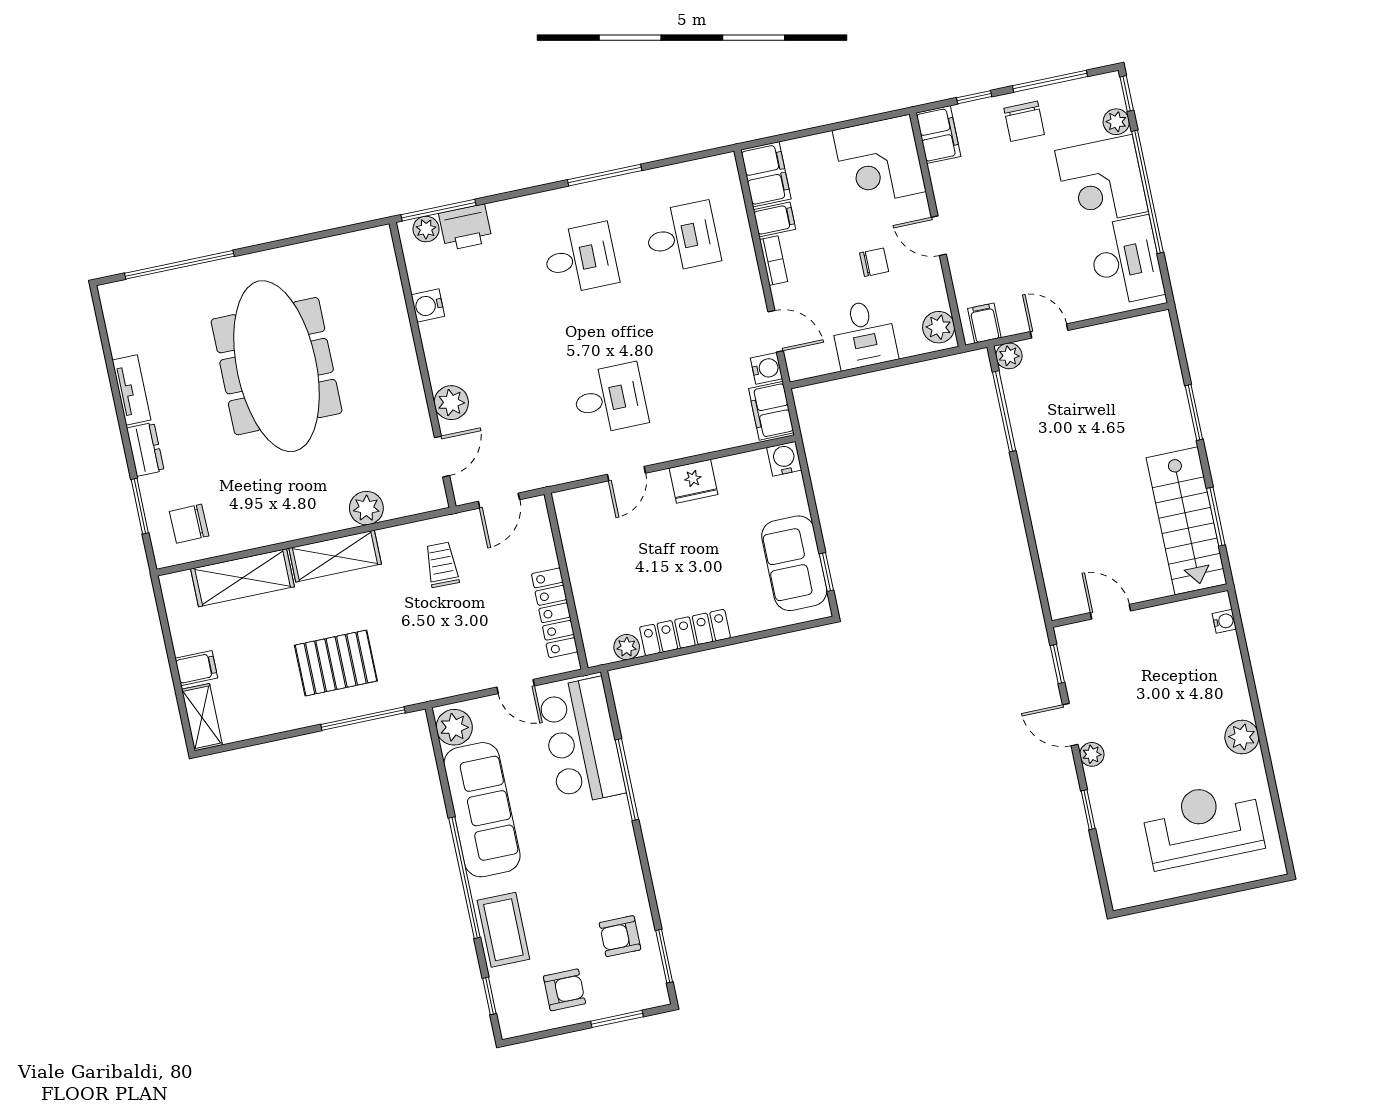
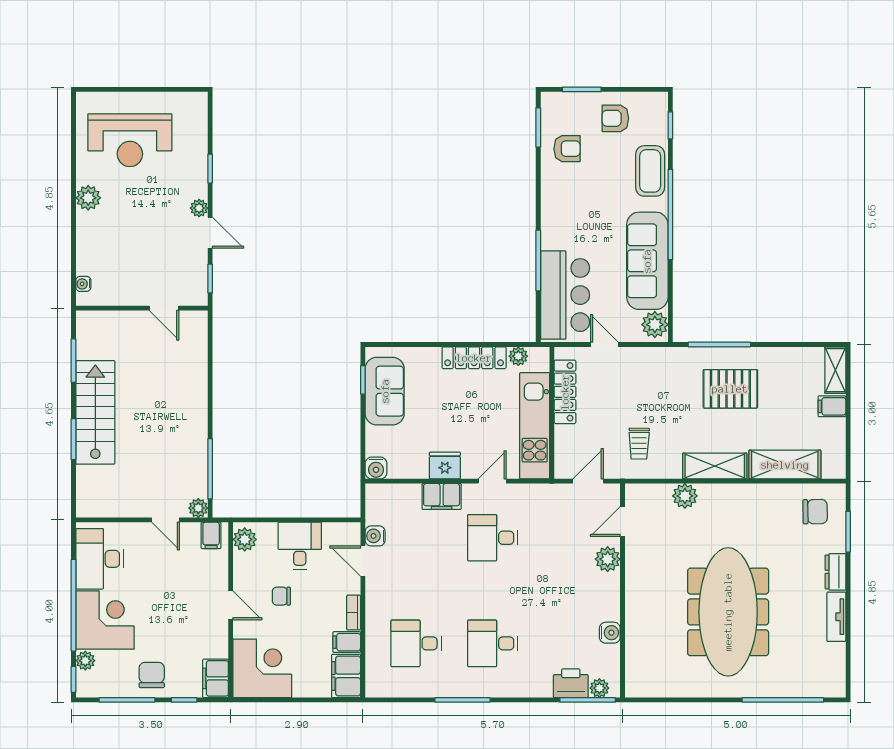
filing cabinet: (771, 411) -> (442, 496), moved, turned 90
stairs: (1187, 521) -> (95, 412), moved
kitchen unit: (586, 559) -> (535, 426), added

